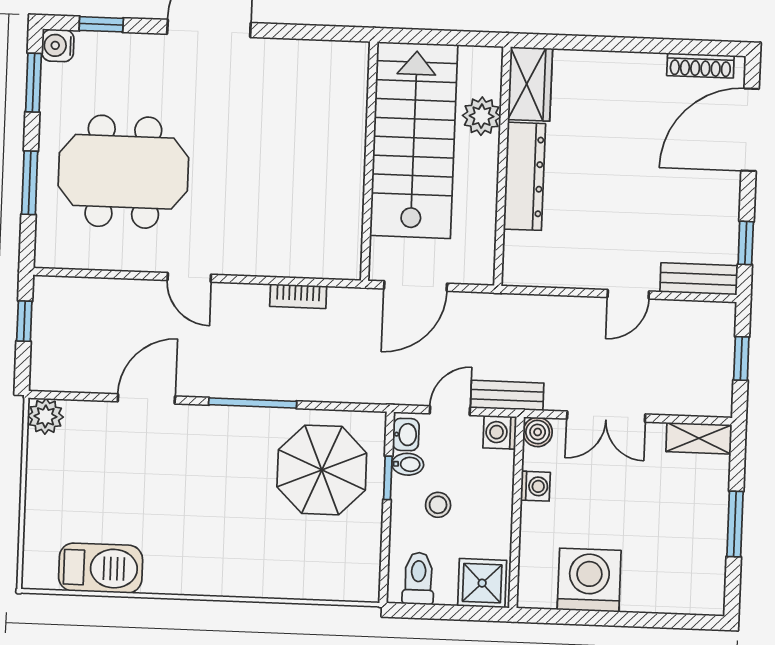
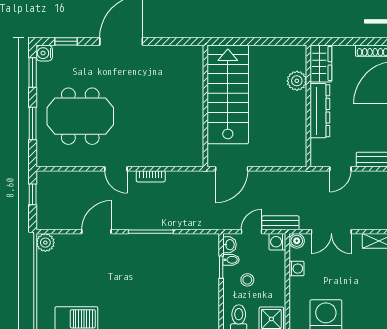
wardrobe: (530, 84) -> (321, 63), moved
plant: (482, 116) -> (297, 81), moved
wall: (502, 166) -> (308, 106), moved
dresser: (524, 176) -> (320, 111), moved
bookcase: (298, 296) -> (151, 176), moved
parasol: (322, 470) -> (187, 264), removed

